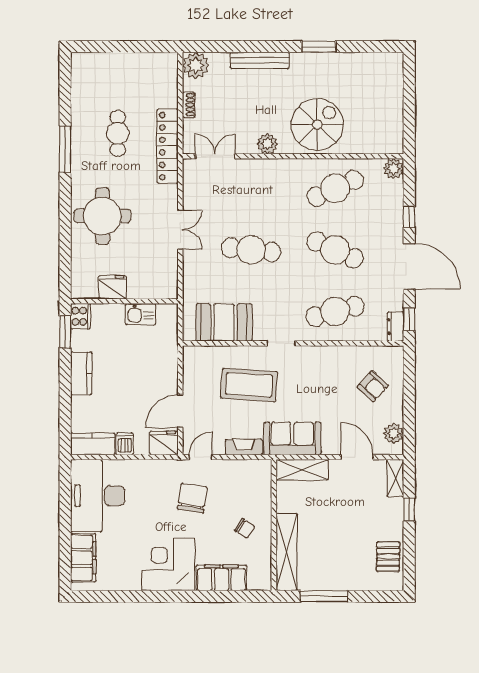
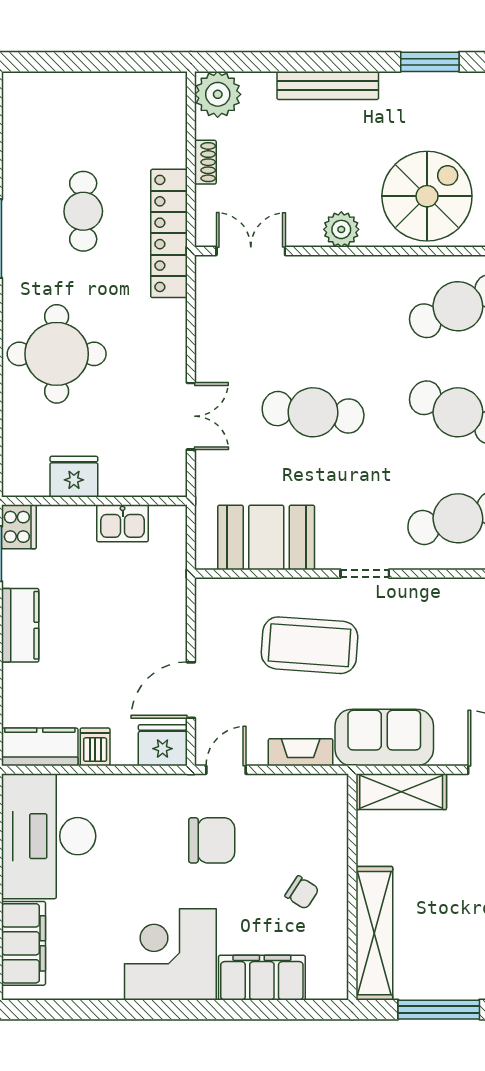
double door: (180, 230) -> (191, 416), moved
chair: (192, 498) -> (212, 840), turned 81

